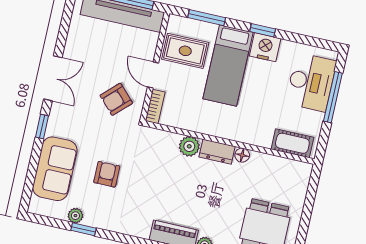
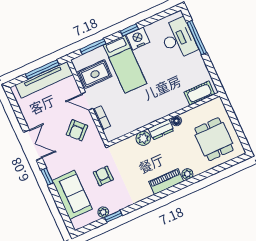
wall: (229, 142) -> (164, 119), moved
cot: (292, 143) -> (199, 93), moved
plant: (189, 146) -> (143, 138), moved
dresser: (217, 152) -> (161, 129), moved
floor lamp: (242, 155) -> (176, 121), moved

